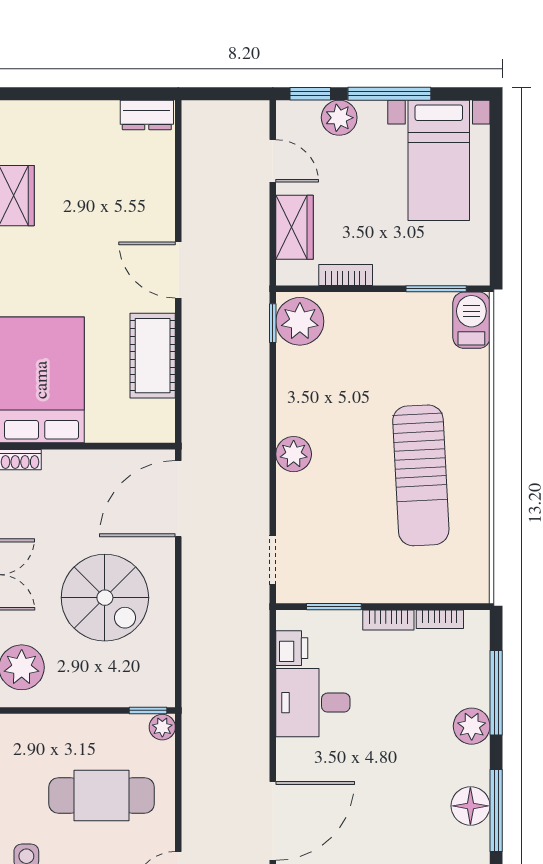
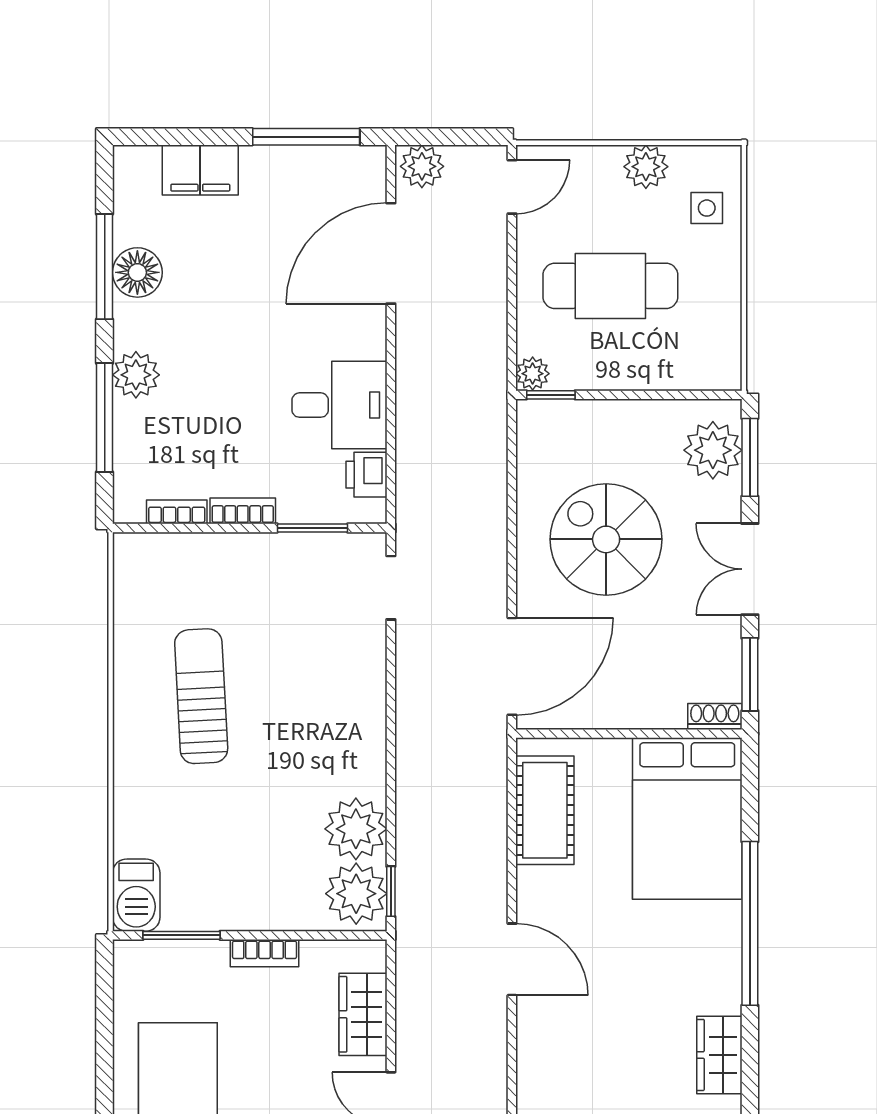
bookcase: (346, 275) -> (265, 953), moved
cot: (153, 356) -> (545, 810), moved
plant: (294, 454) -> (356, 829), moved, width x1.36, depth x1.36
sun lounger: (421, 475) -> (201, 696), width x0.73, depth x0.75

